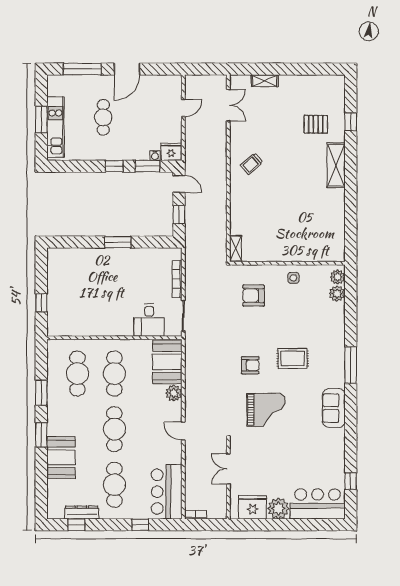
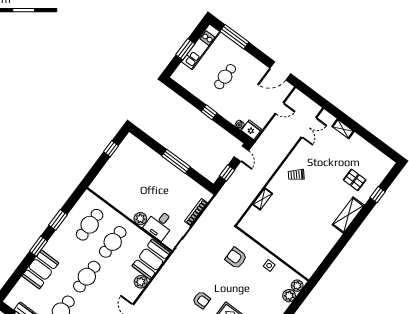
door: (127, 69) -> (280, 71), moved
kitchen unit: (55, 127) -> (201, 47), moved
window: (148, 166) -> (230, 128), removed
window: (118, 242) -> (176, 161), width x1.44
shelving: (236, 249) -> (263, 199), moved
window: (41, 303) -> (111, 149), moved
plant: (125, 328) -> (140, 219), added

